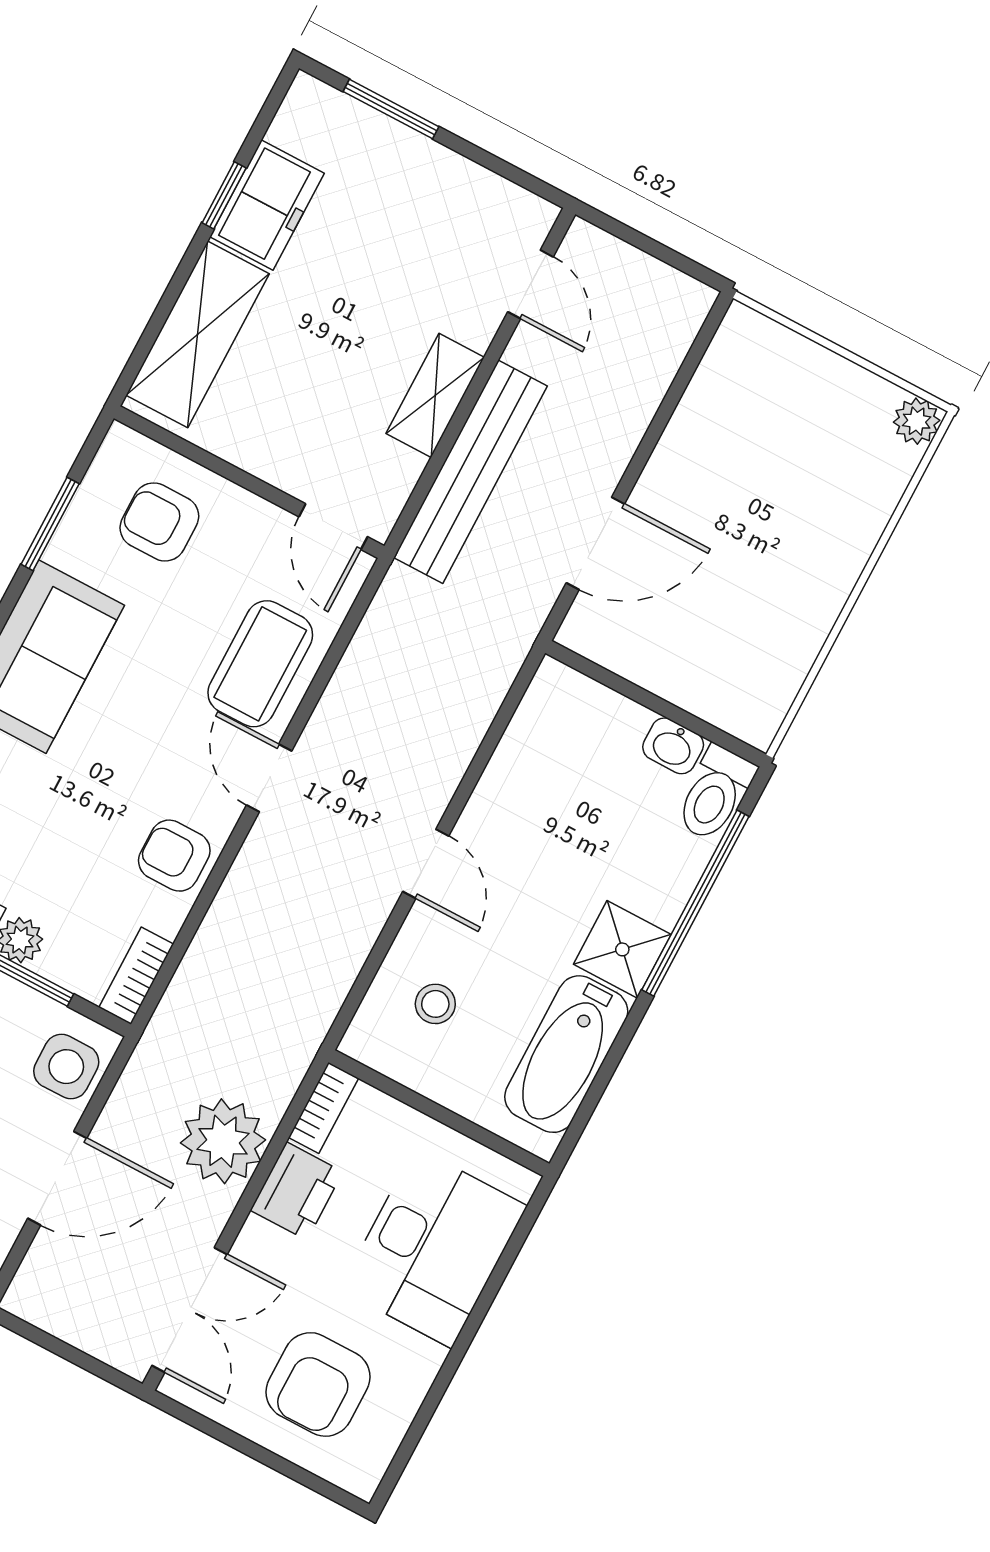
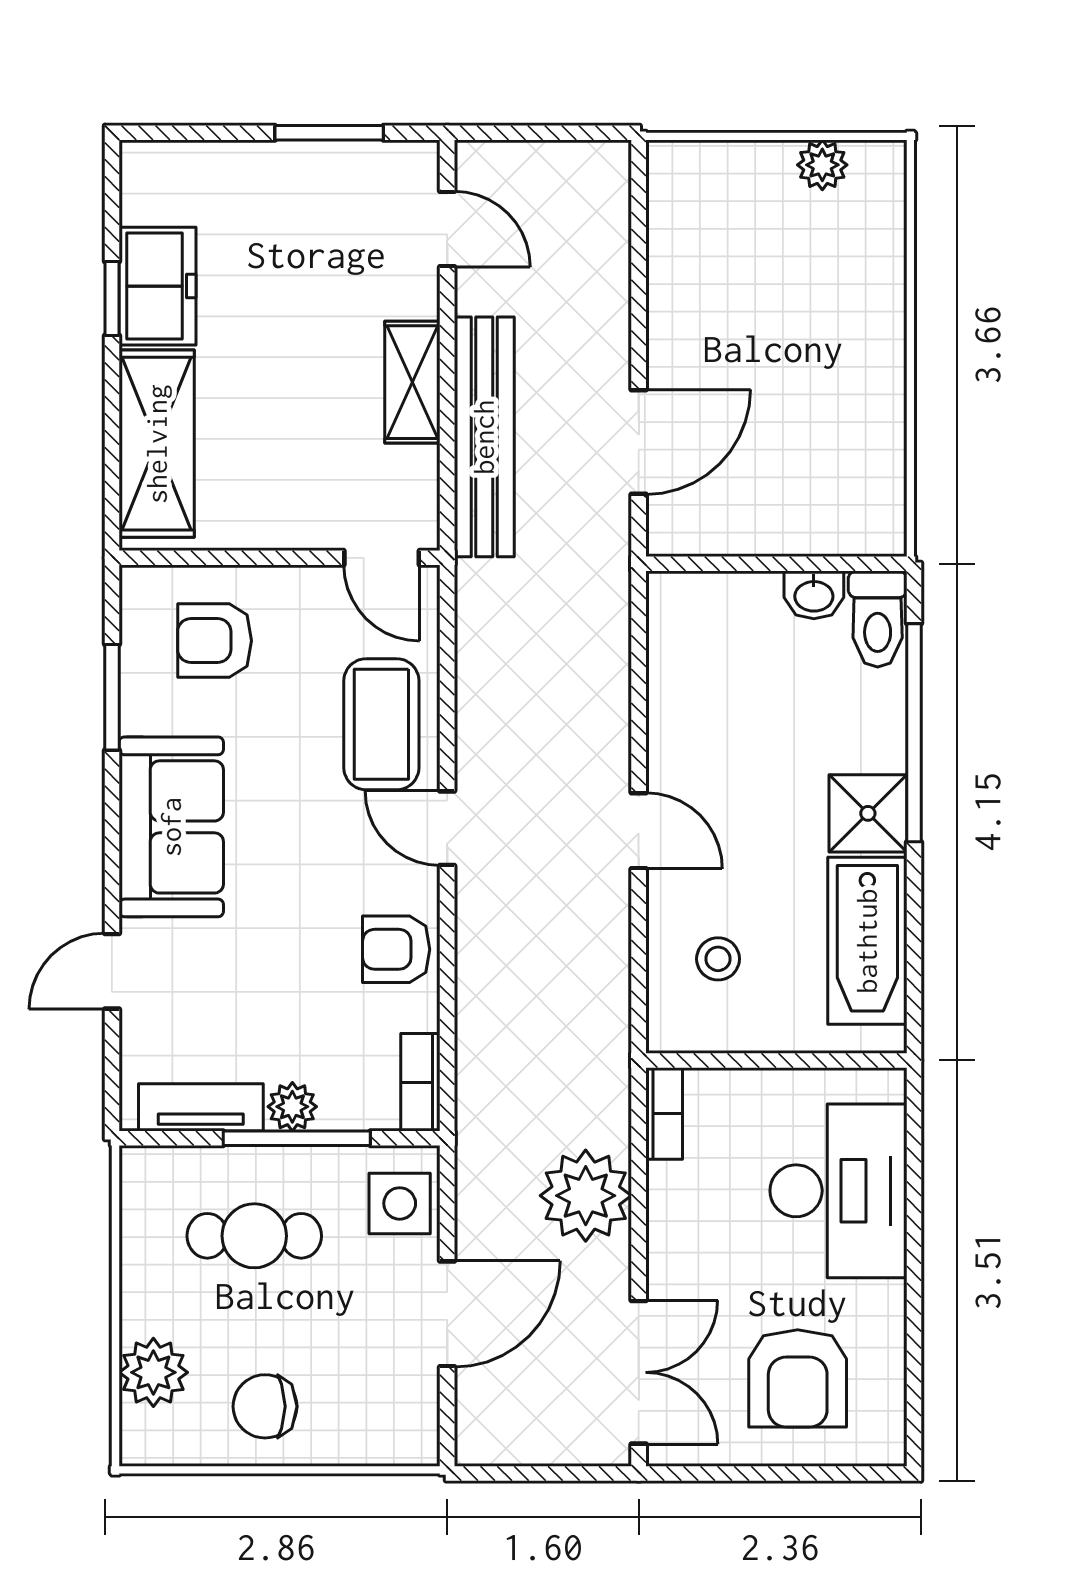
window: (391, 109) -> (329, 133), moved
plant: (917, 421) -> (822, 165), moved
printer: (297, 1191) -> (680, 1206), removed

